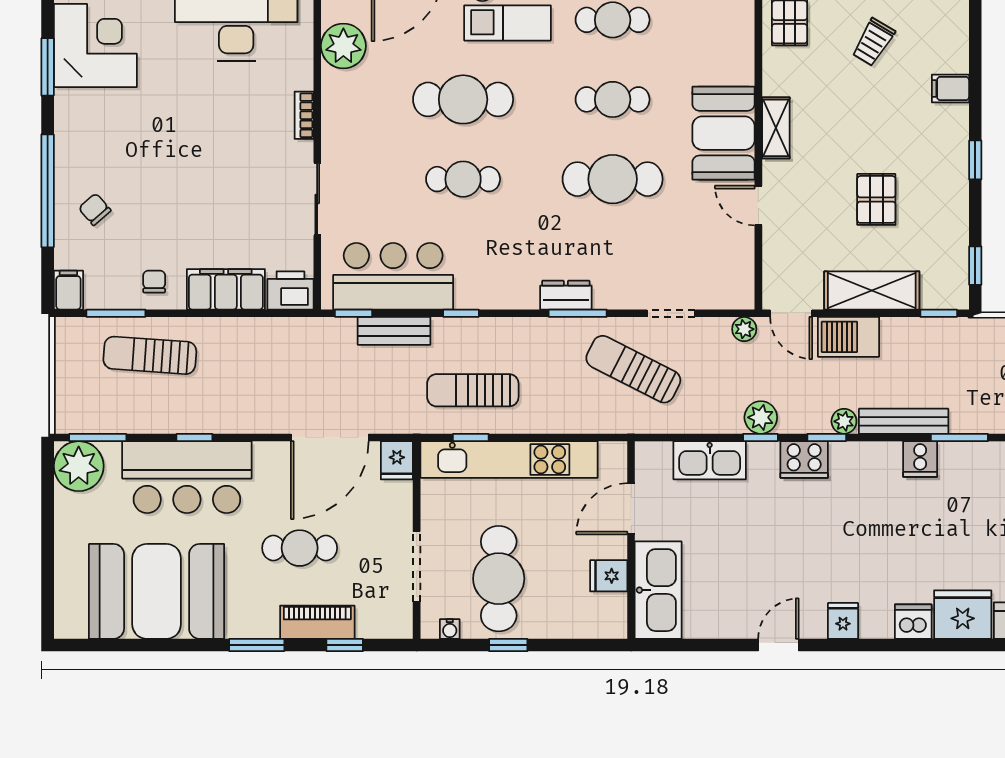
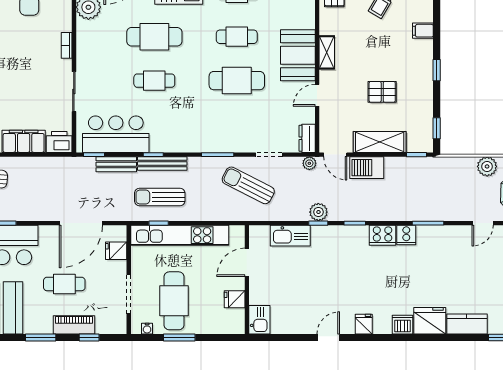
pallet: (876, 199) -> (382, 92), turned 90
door: (758, 206) -> (317, 95), hinge flipped
dresser: (566, 295) -> (307, 138), moved, turned -90
plant: (844, 421) -> (364, 214), removed
bench: (904, 421) -> (162, 164), moved
fridge: (397, 460) -> (116, 251), moved, turned 90
cooker: (804, 460) -> (383, 235), moved
kitchen sink: (658, 590) -> (259, 320), width x0.53, depth x0.81
window: (508, 645) -> (179, 337), width x1.50

